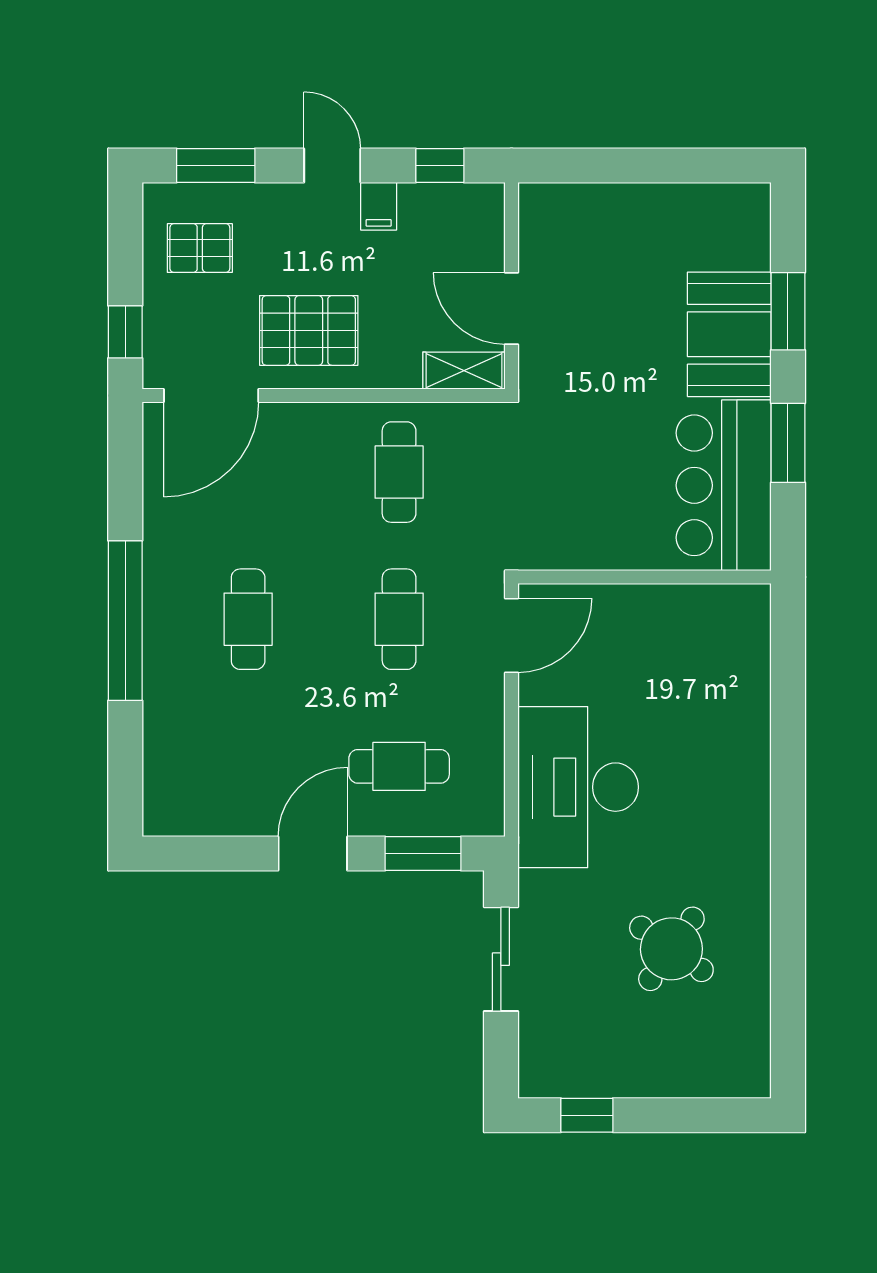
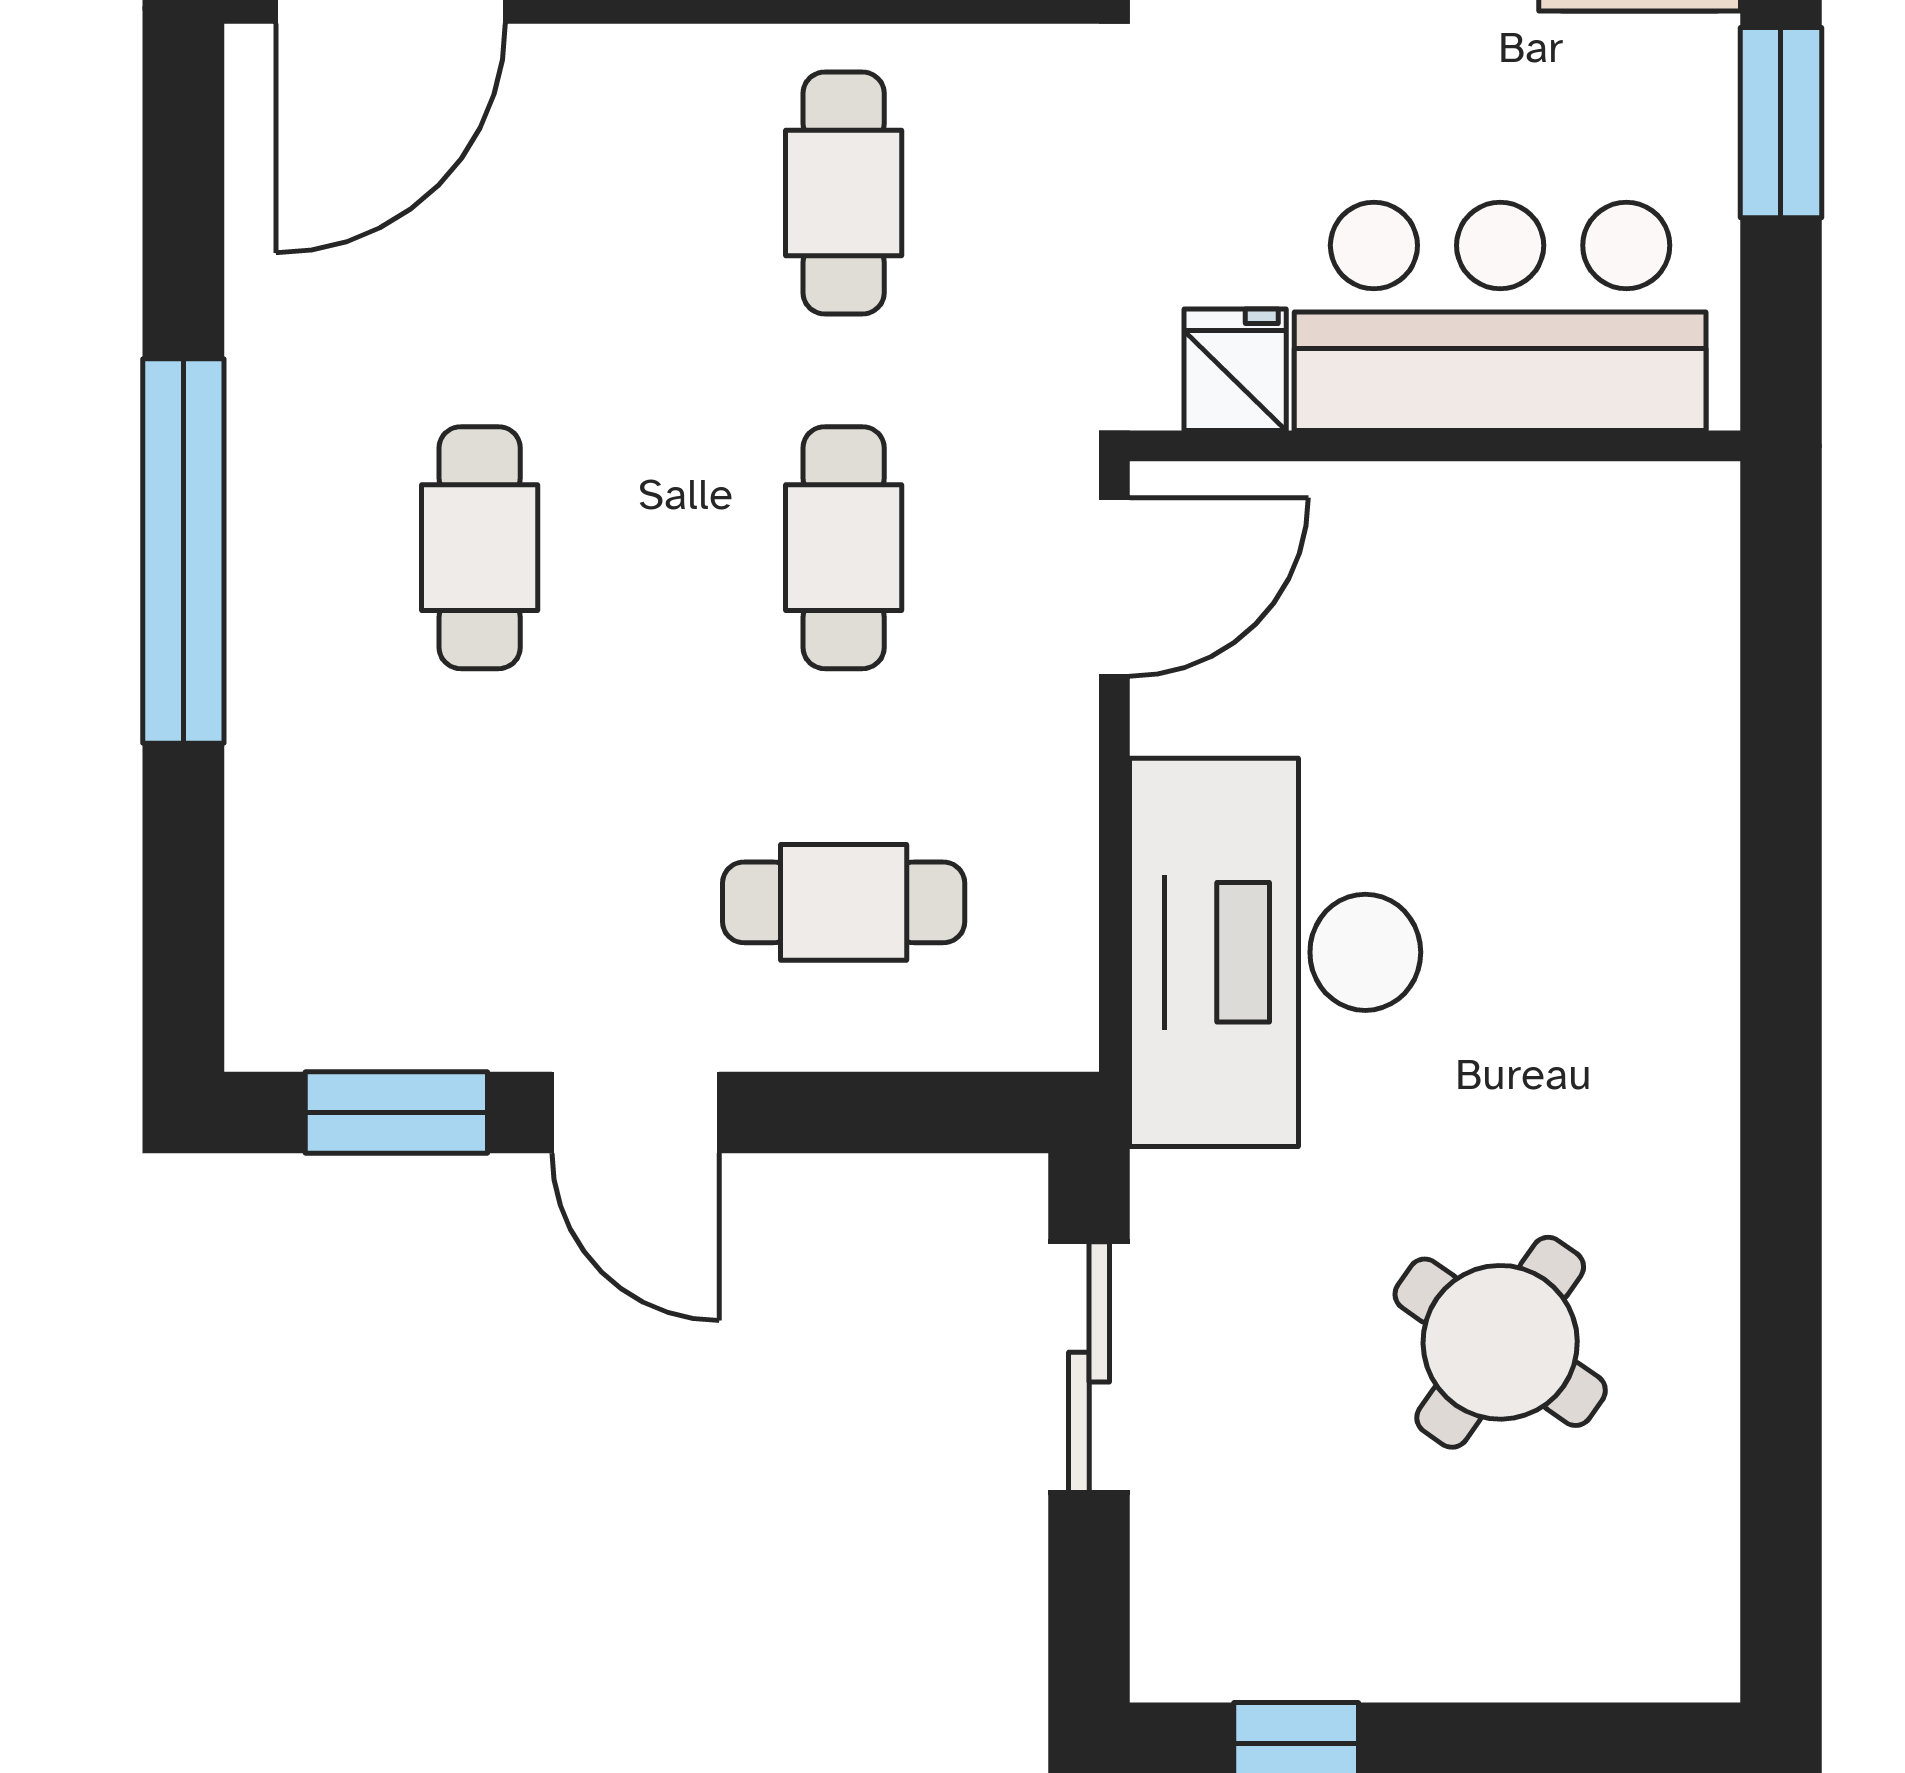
bar counter: (724, 485) -> (1500, 316), moved, turned 90
fridge: (562, 545) -> (1235, 370), added
door: (313, 854) -> (635, 1112), swing flipped
window: (423, 854) -> (396, 1112), moved

